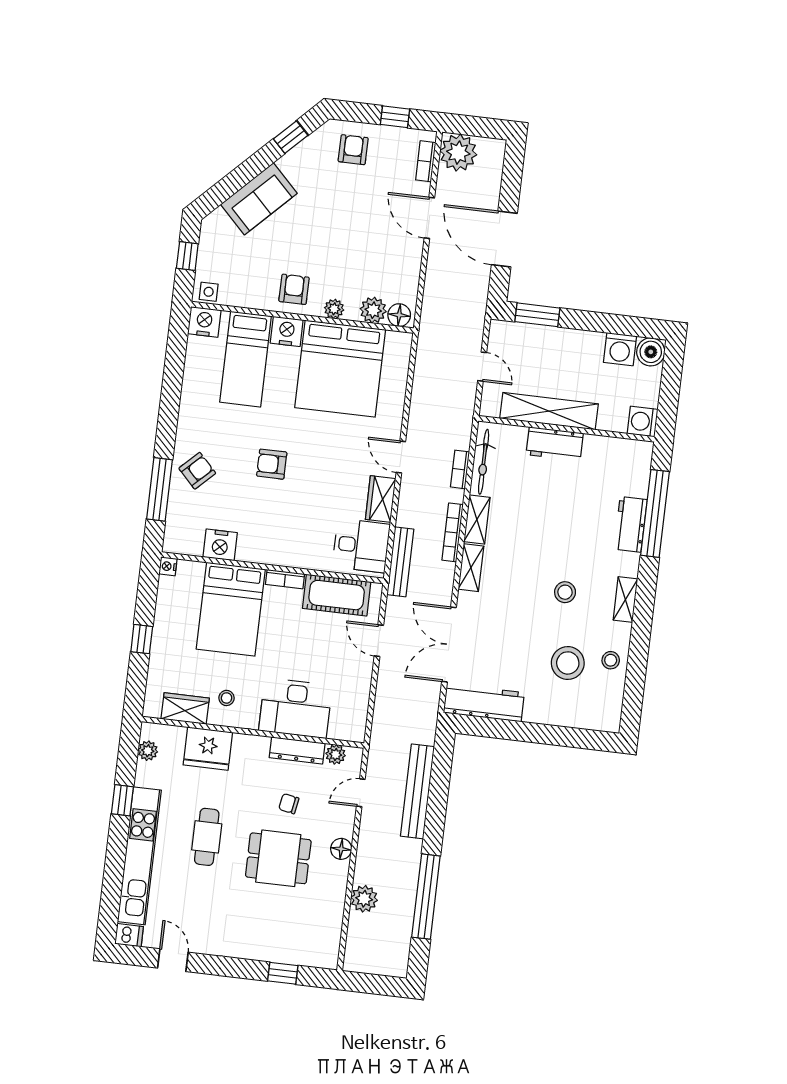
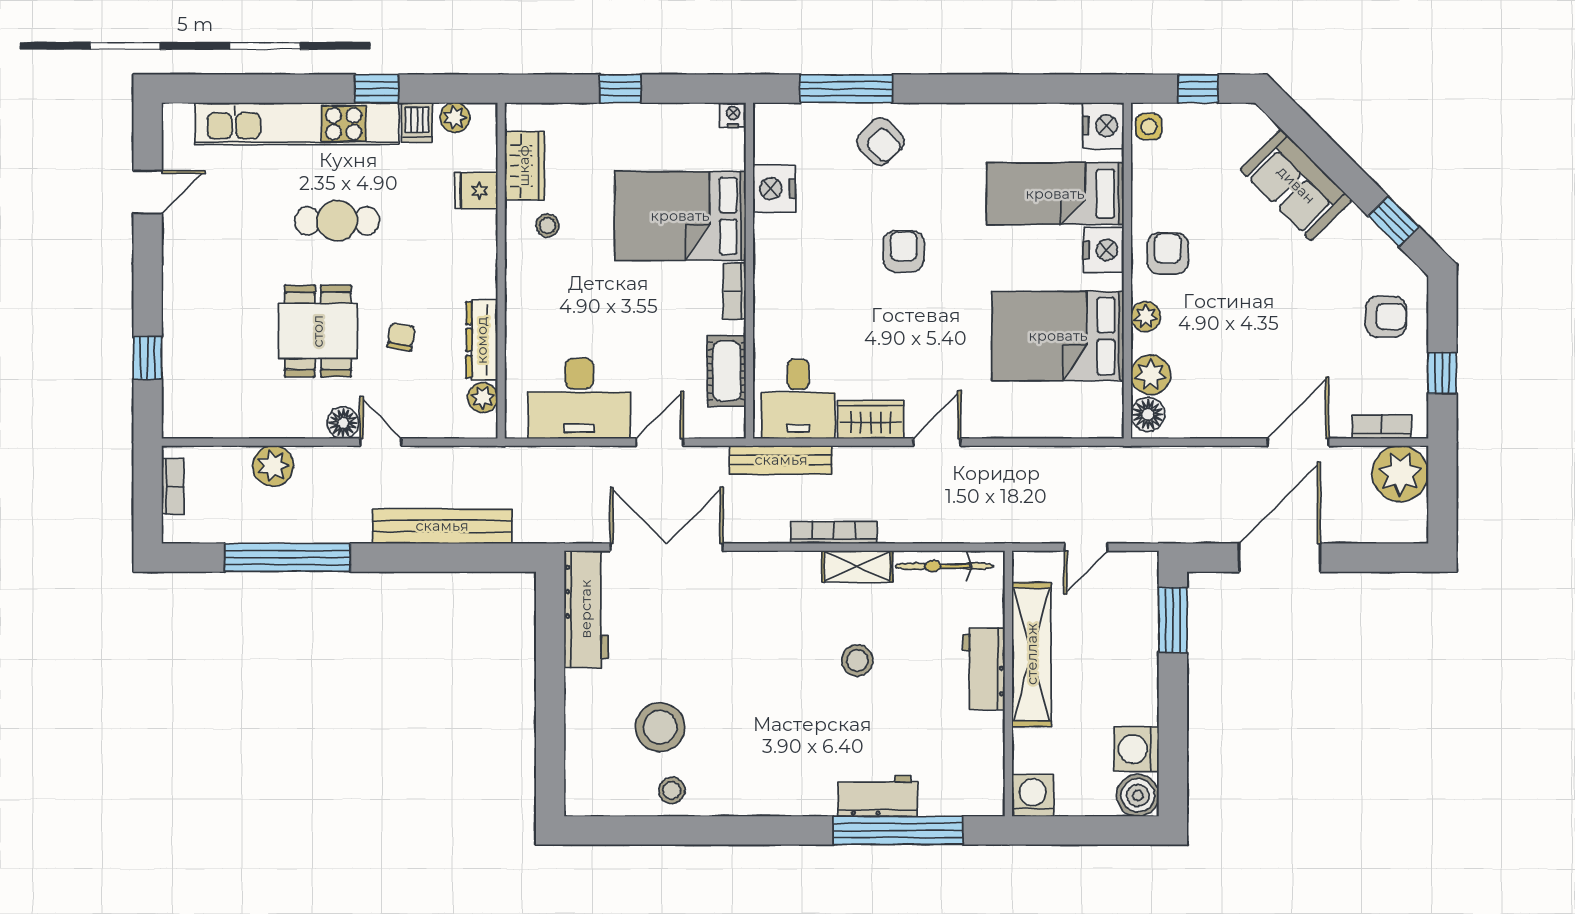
armchair: (294, 289) -> (1168, 253), turned -90
bed: (340, 369) -> (1058, 336), width x0.73
bookcase: (460, 469) -> (173, 486), moved, turned 90
shelving: (471, 568) -> (785, 566), removed
stool: (565, 592) -> (857, 661), moved
cot: (337, 595) -> (727, 371), width x0.73, depth x0.75
shelving: (625, 599) -> (765, 802), removed
desk: (295, 708) -> (579, 398), moved, turned -90
fridge: (208, 749) -> (476, 191), width x0.53, depth x0.75
door: (361, 793) -> (381, 442), moved
dishwasher: (129, 935) -> (417, 123), moved

